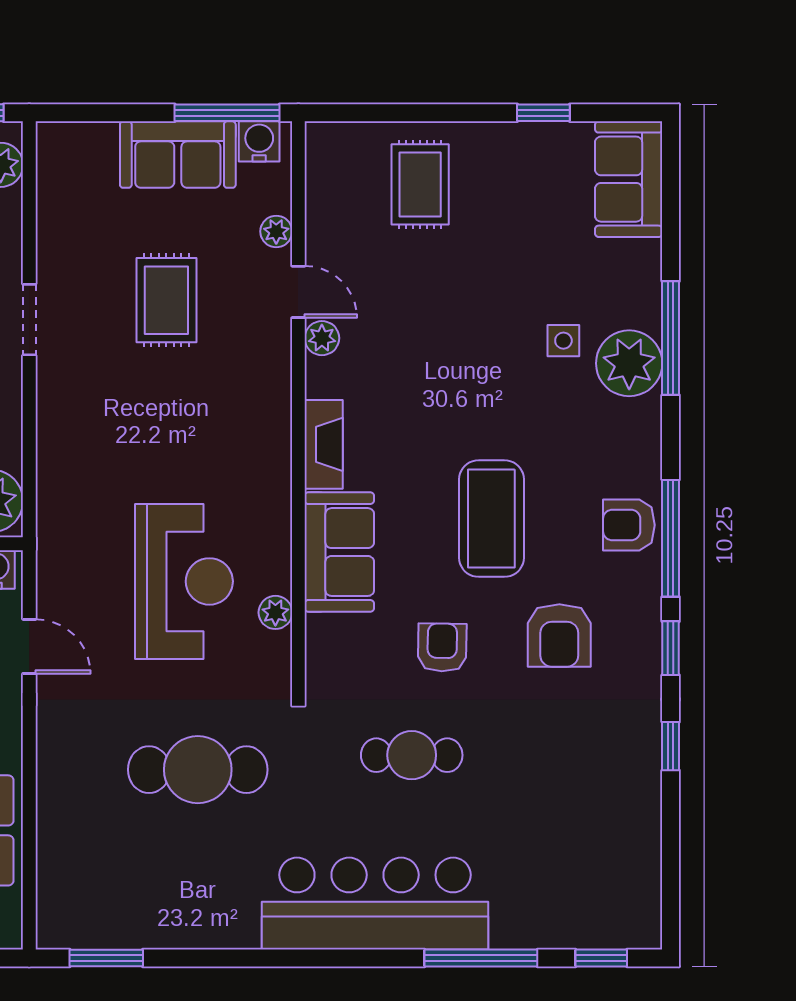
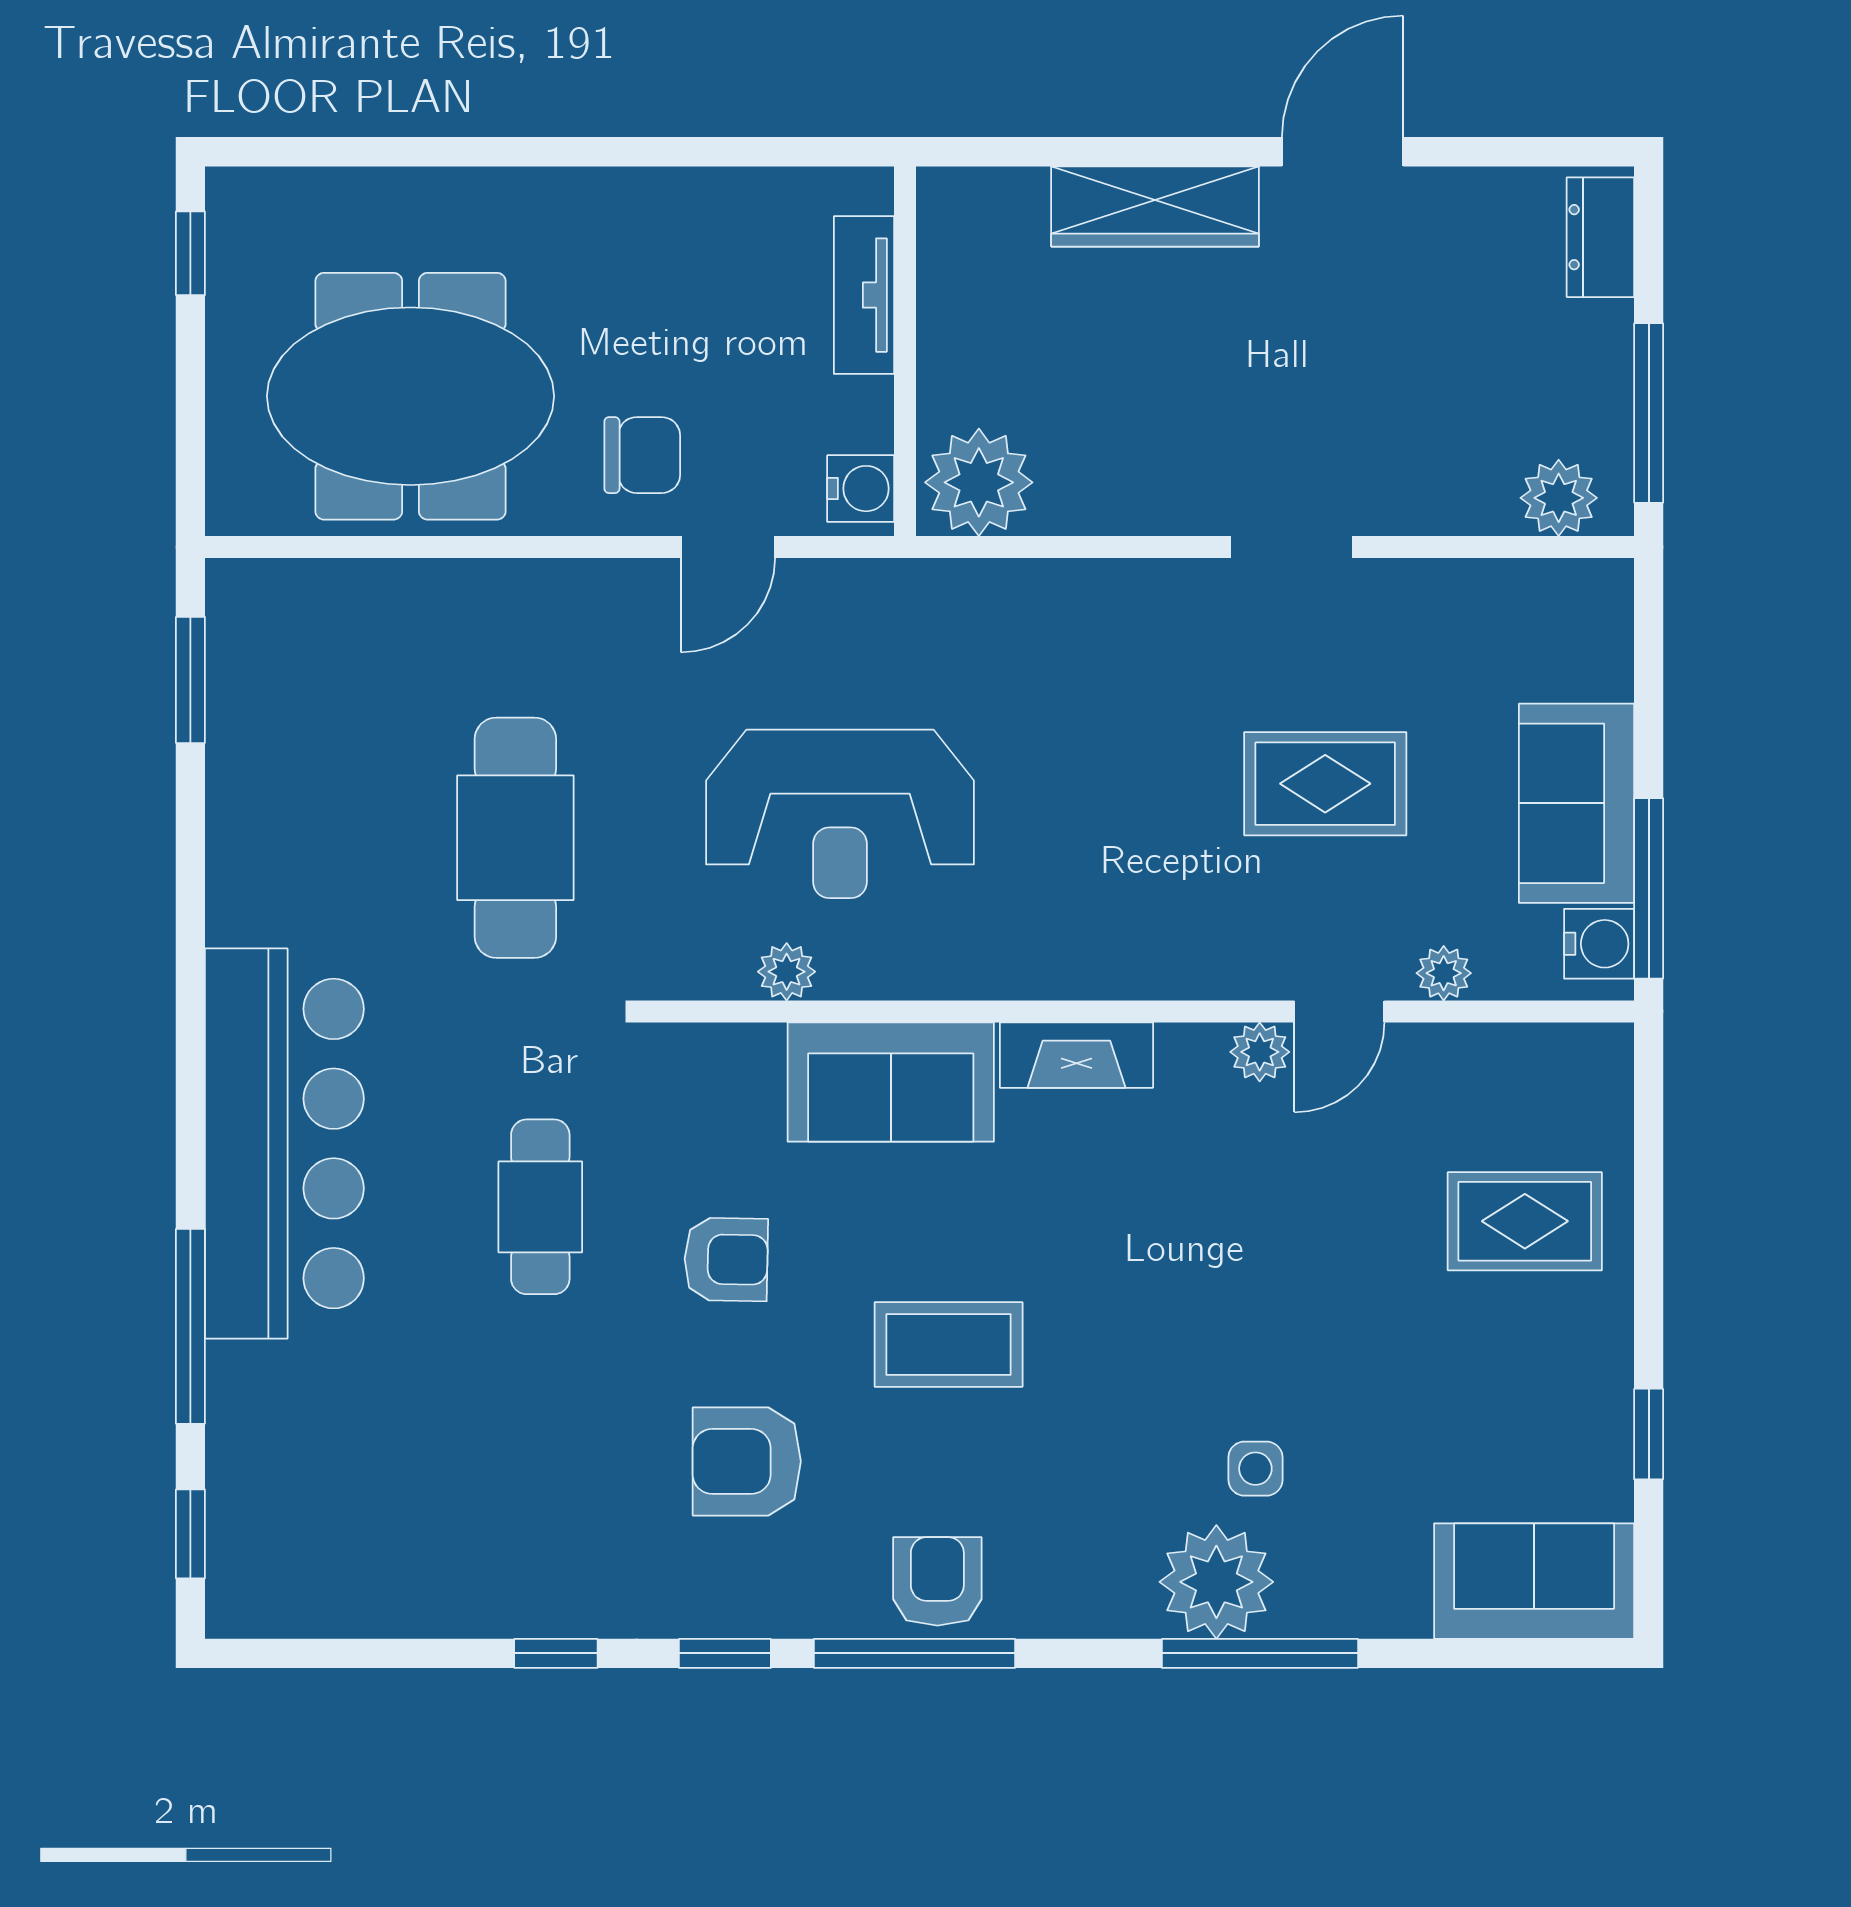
coffee table: (491, 519) -> (949, 1344), width x0.73, depth x0.76

